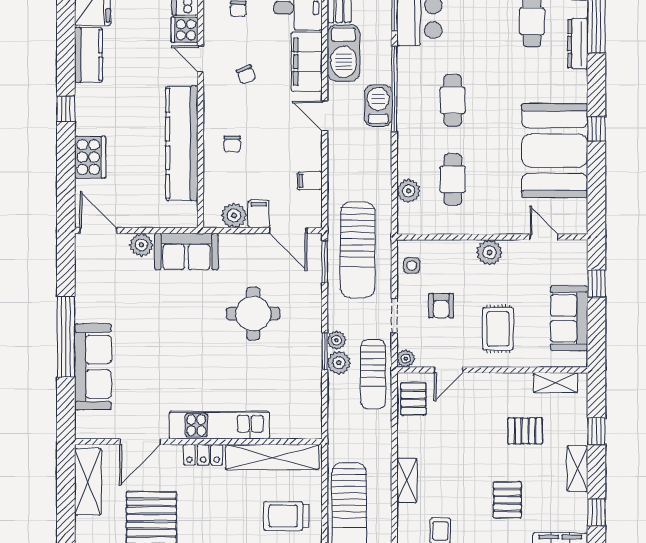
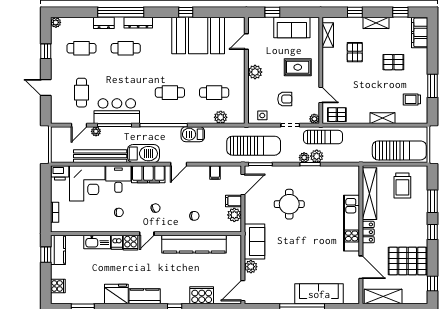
barbecue: (378, 106) -> (193, 134), moved

